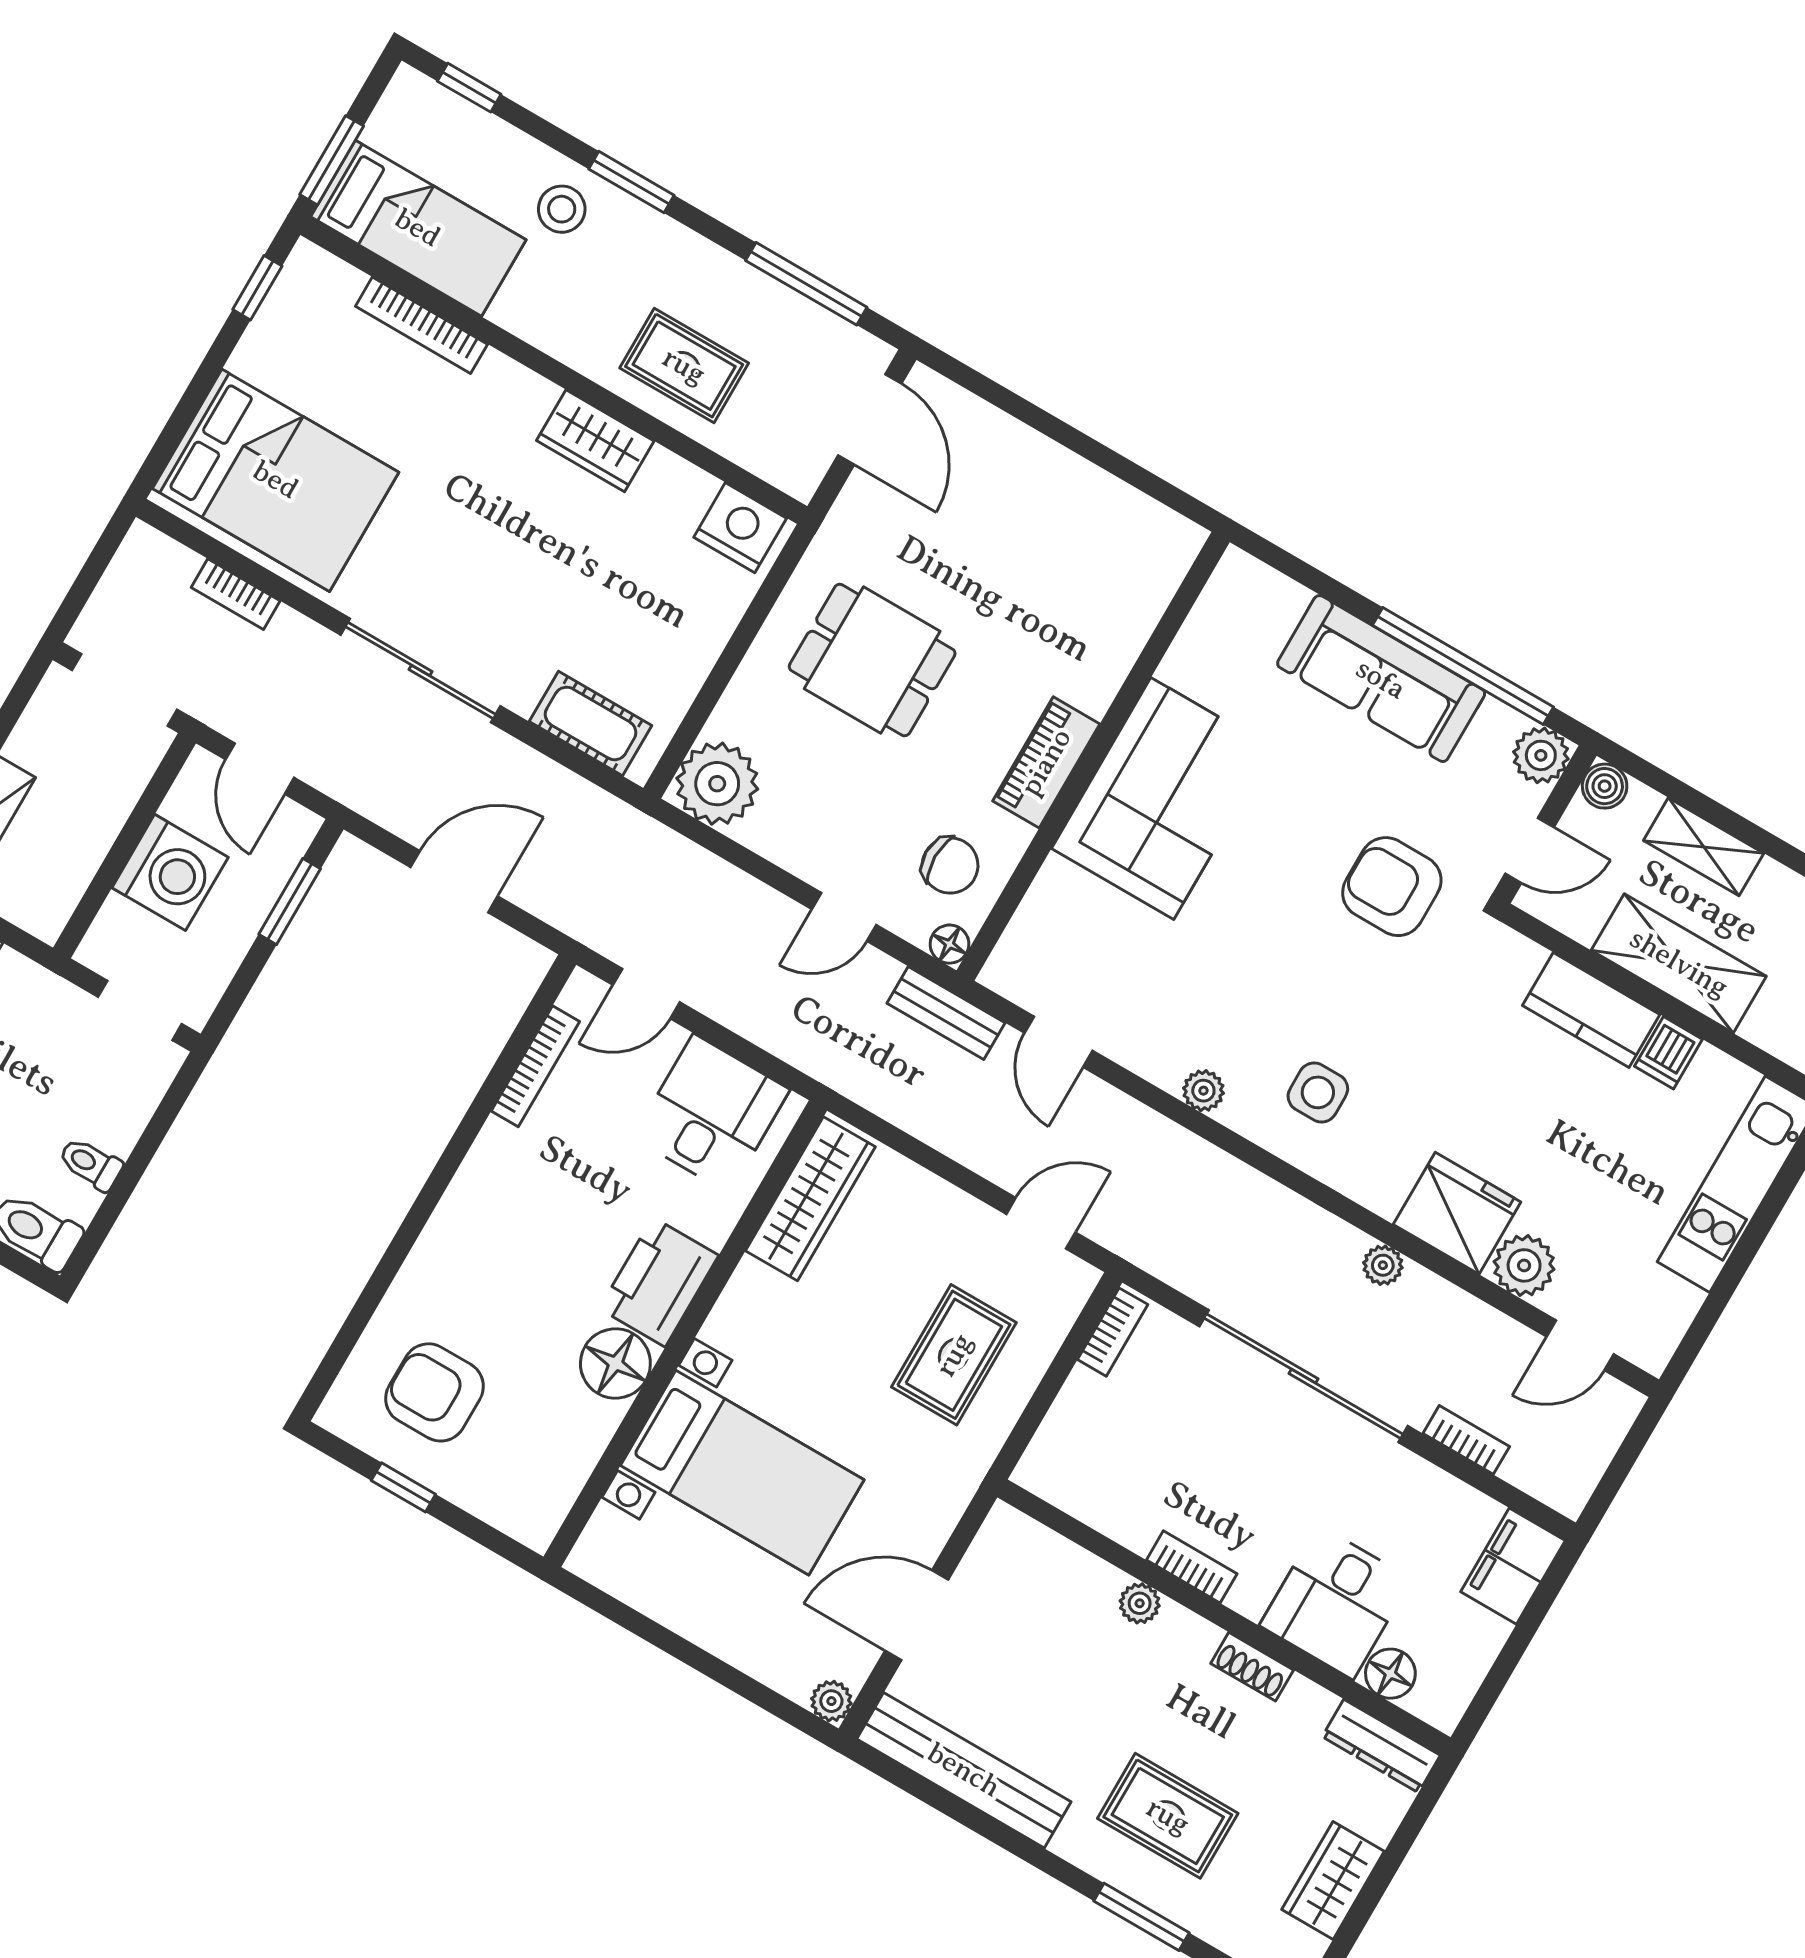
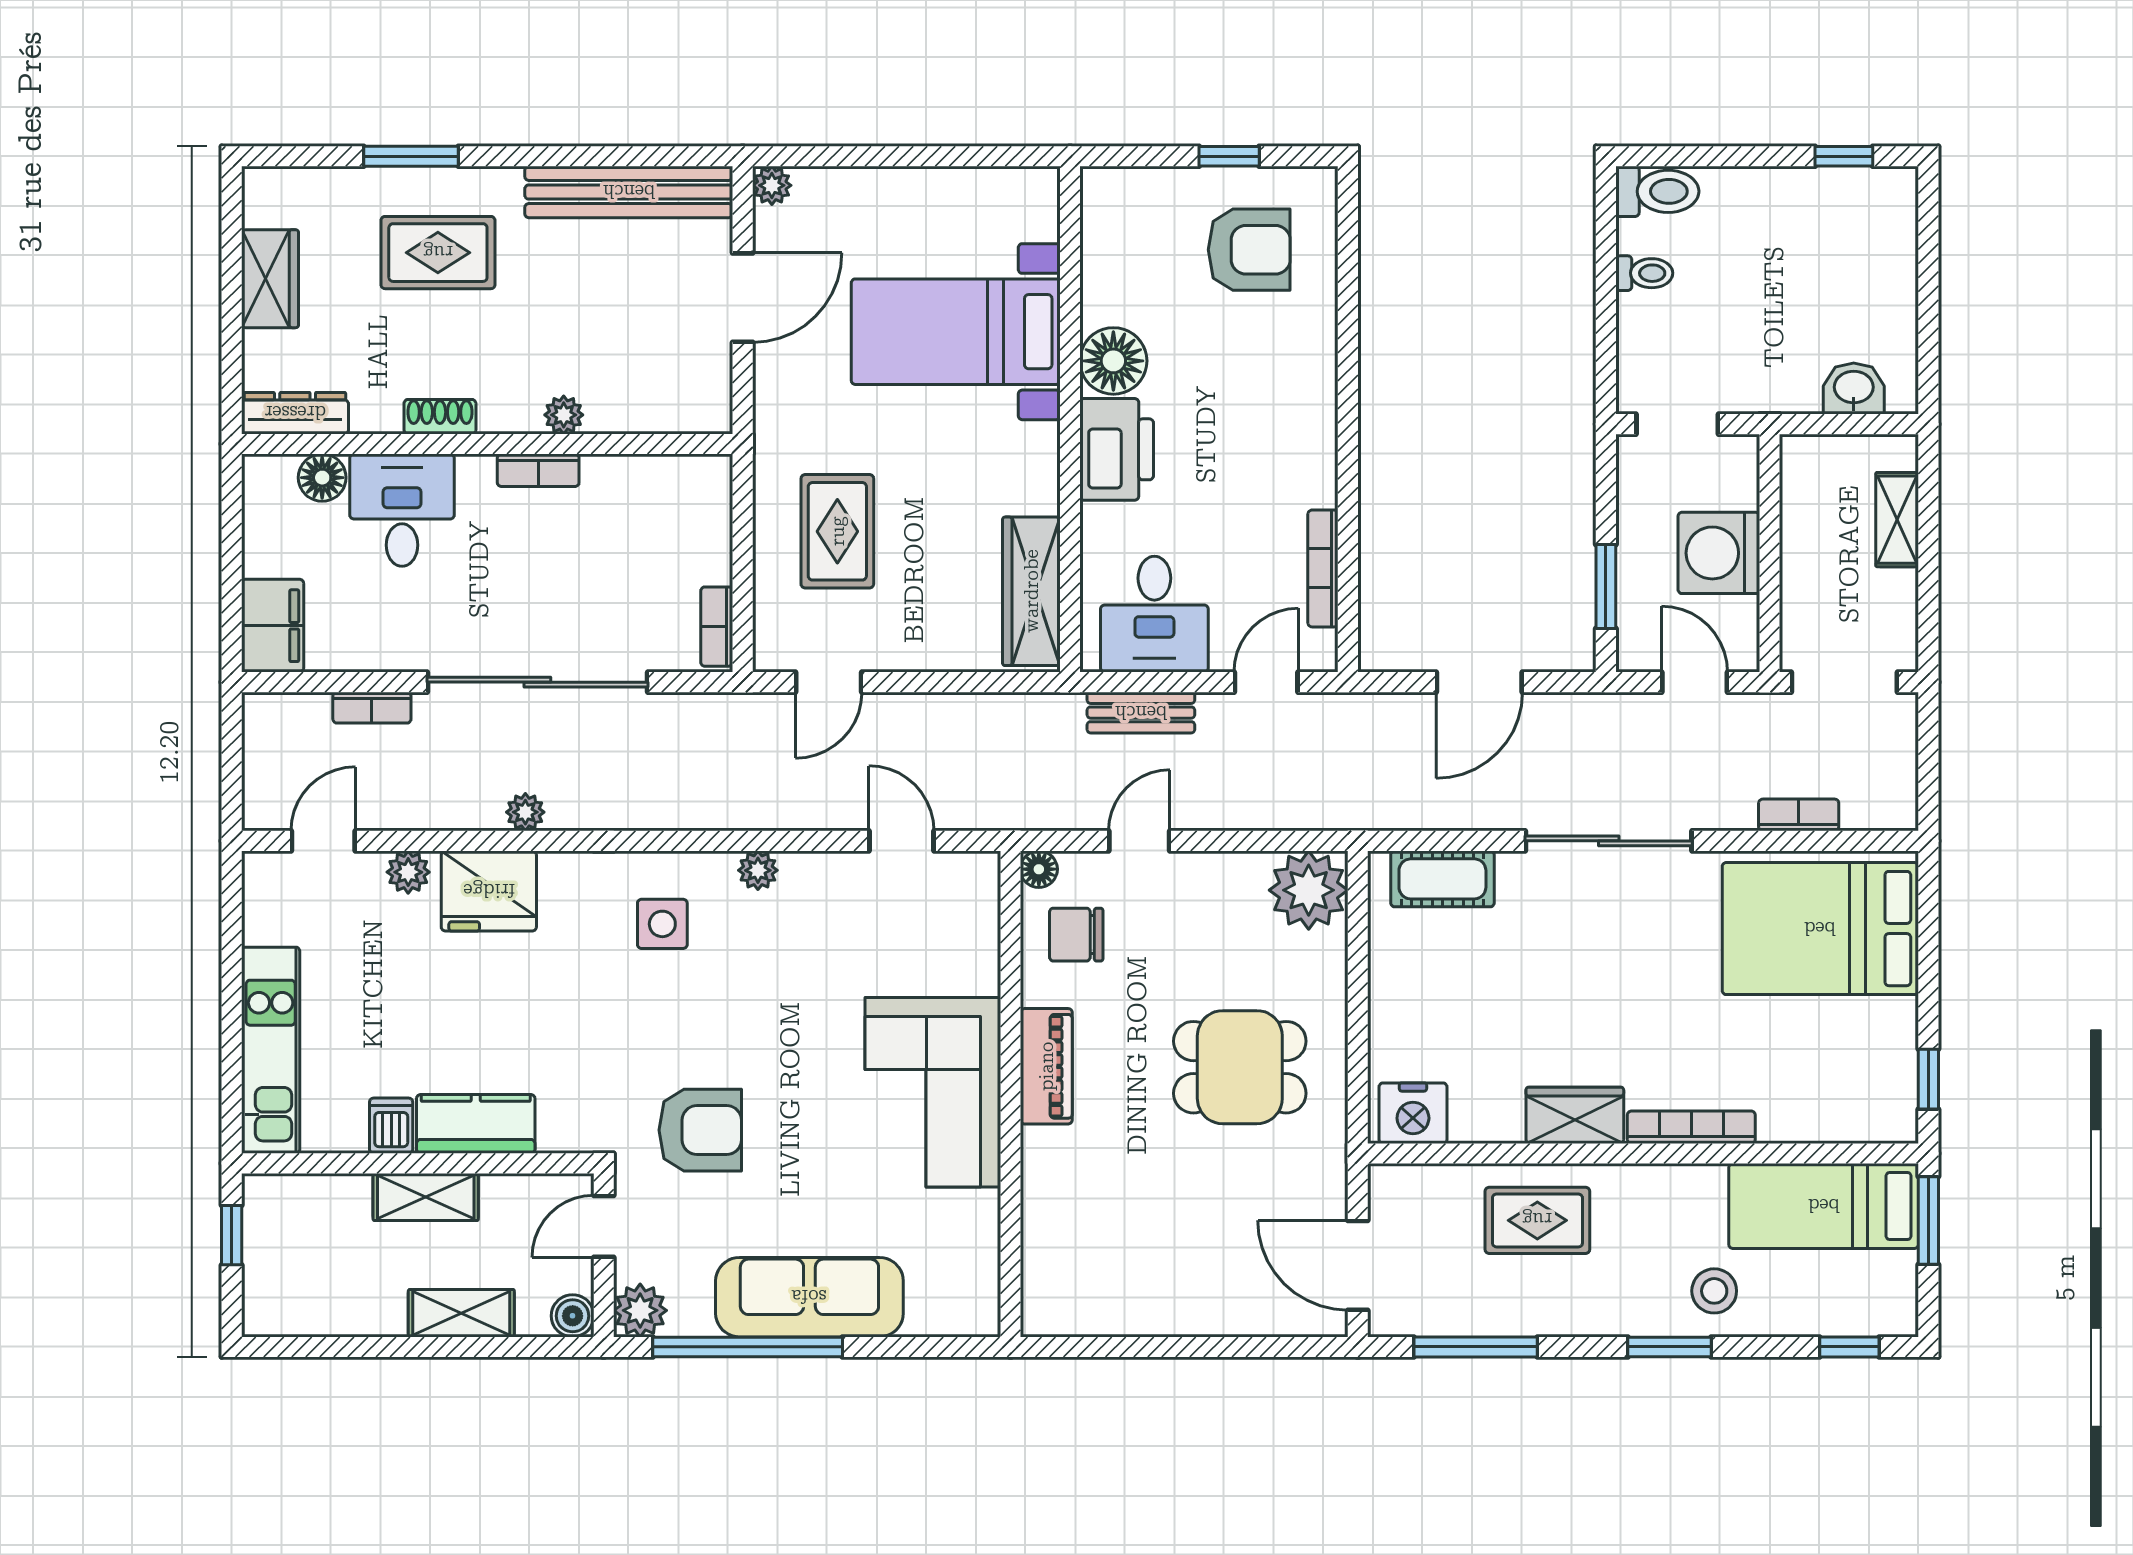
bookcase: (421, 325) -> (1691, 1127), moved
shelving: (1679, 963) -> (426, 1197), width x0.67, depth x0.75
bench: (946, 1013) -> (1141, 713), moved
plant: (1524, 1265) -> (408, 872), width x0.73, depth x0.73

